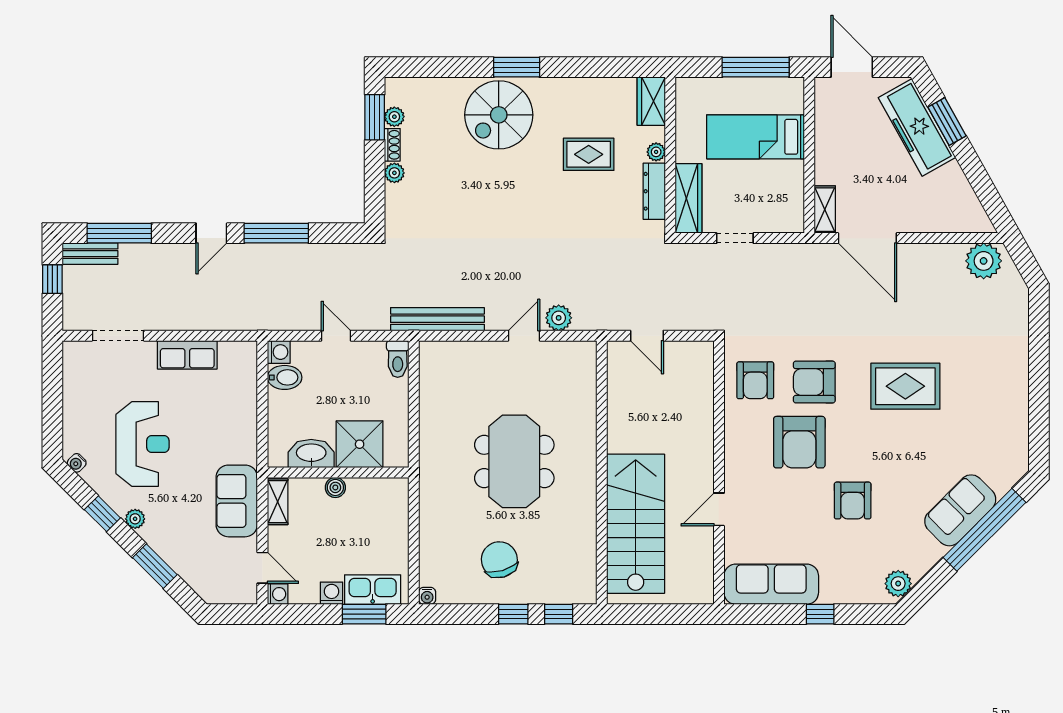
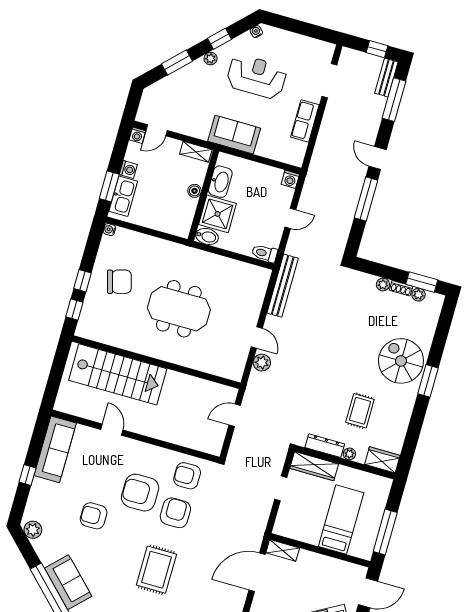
bidet: (285, 377) -> (207, 236), moved, turned -90
reception desk: (142, 444) -> (257, 77), turned 180
sofa: (237, 501) -> (234, 135), moved

